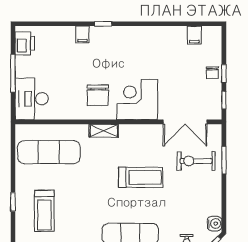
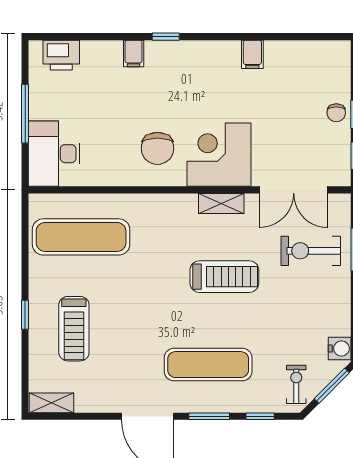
filing cabinet: (194, 35) -> (252, 54), moved
printer: (25, 43) -> (61, 55), moved, turned 90
shelving: (104, 131) -> (221, 203), moved

